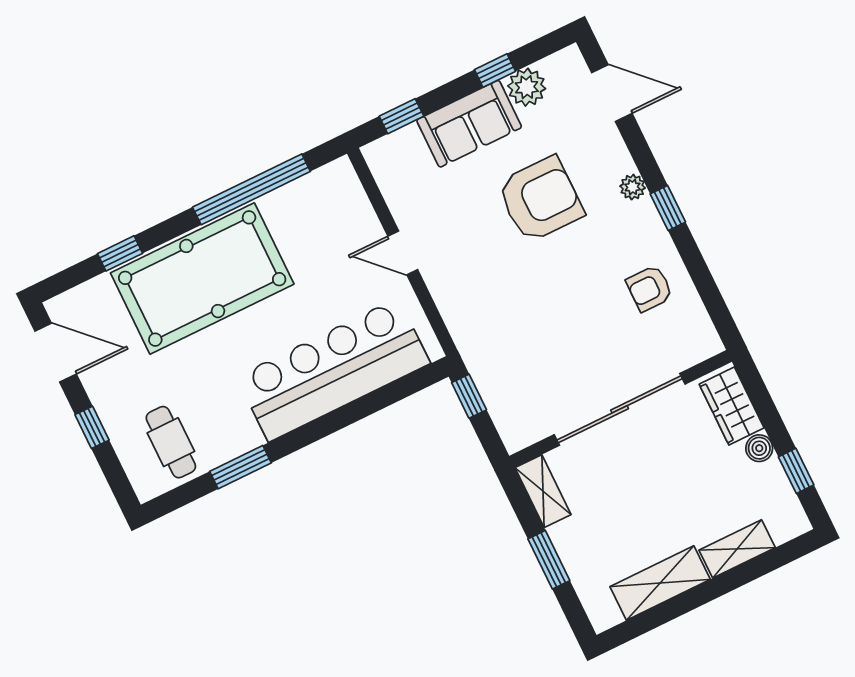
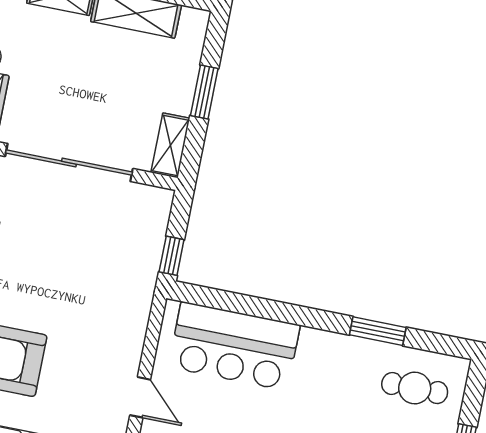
bar counter: (333, 370) -> (234, 346), width x0.73
cafe table: (171, 442) -> (415, 388), turned 90

